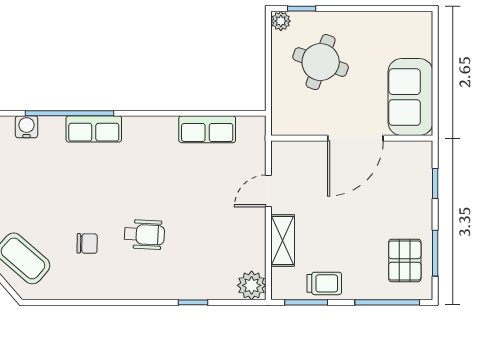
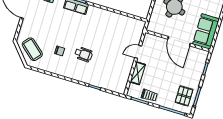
row of seats: (207, 129) -> (121, 20), removed
door: (355, 138) -> (179, 41), hinge flipped
plant: (252, 285) -> (120, 87), removed

